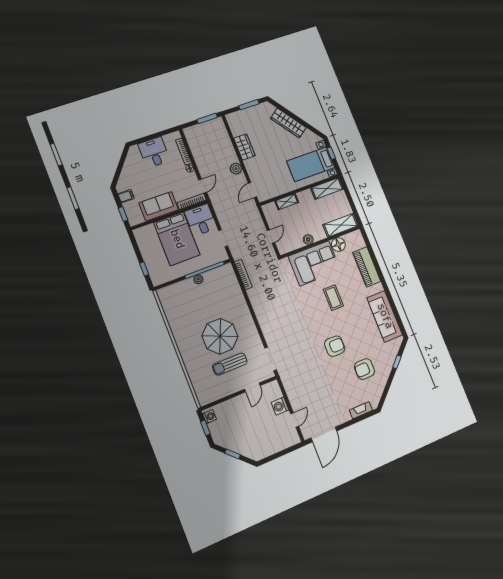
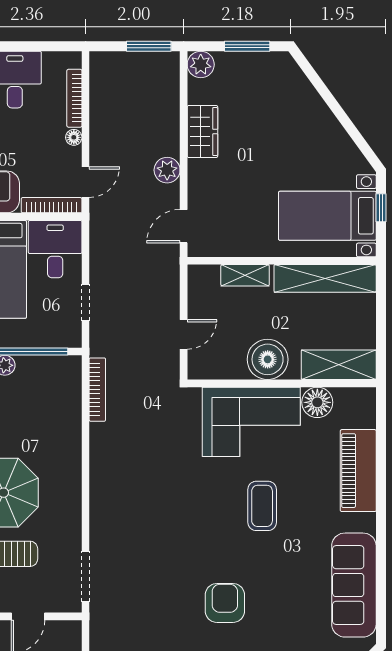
plant: (232, 119) -> (201, 65), added
wardrobe: (288, 123) -> (315, 113), removed
shelving: (327, 188) -> (325, 278), width x1.47
boiler: (308, 239) -> (268, 359), width x1.86, depth x1.86
armchair: (335, 346) -> (225, 603), turned -90

